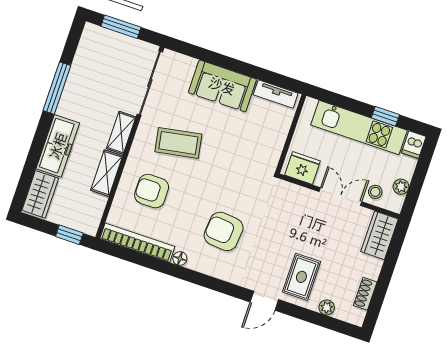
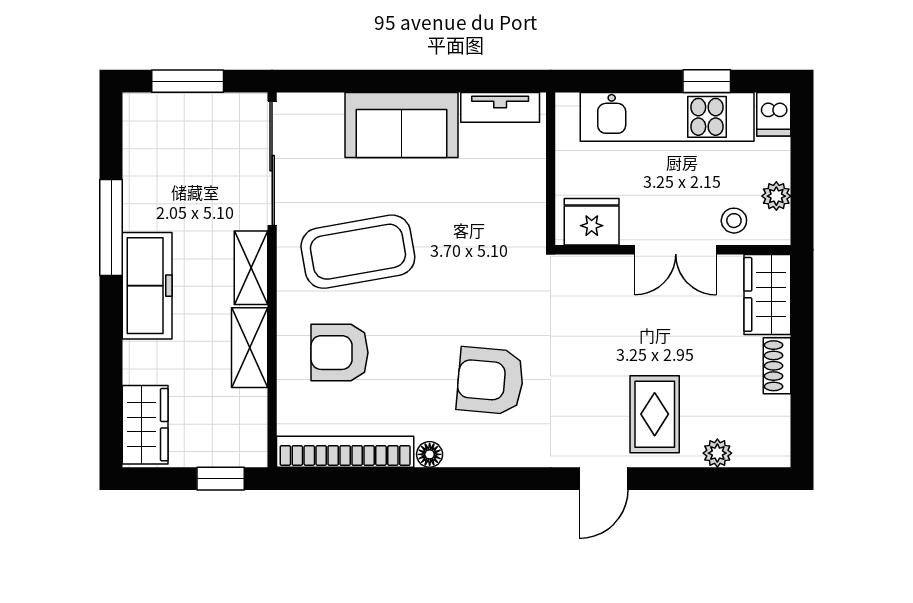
coffee table: (178, 143) -> (358, 252), width x1.36, depth x1.32
freezer: (58, 146) -> (147, 286), moved
double door: (340, 197) -> (676, 250), swing flipped
shoe rack: (365, 294) -> (777, 366), moved

